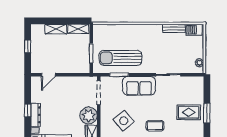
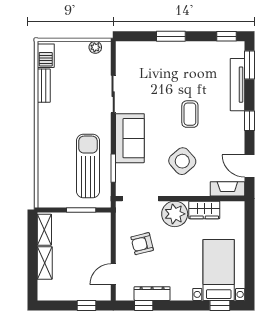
window: (28, 46) -> (87, 305), moved
sun lounger: (120, 58) -> (88, 166), turned 180
door: (48, 75) -> (113, 274), swing flipped
armchair: (69, 94) -> (142, 244), added
window: (28, 110) -> (144, 305), moved
rug: (189, 112) -> (170, 63), removed
dresser: (36, 115) -> (152, 294), moved

